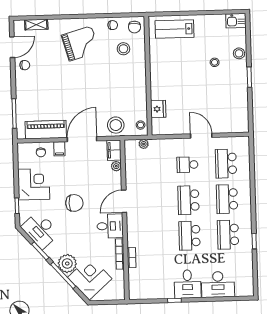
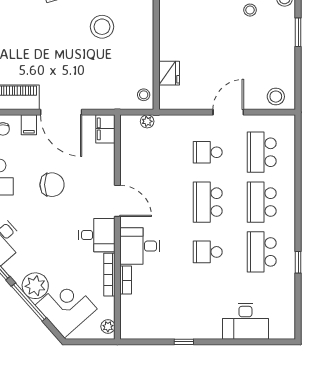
stool: (235, 123) -> (276, 97), added
stool: (116, 125) -> (102, 27), moved
door: (201, 136) -> (228, 112), hinge flipped
door: (82, 139) -> (61, 112), swing flipped
plant: (116, 166) -> (108, 327), moved
door: (124, 201) -> (117, 201), swing flipped
chair: (74, 203) -> (52, 185), moved
school desk: (190, 236) -> (208, 252), width x0.54
desk: (187, 284) -> (140, 246), moved, turned 90

